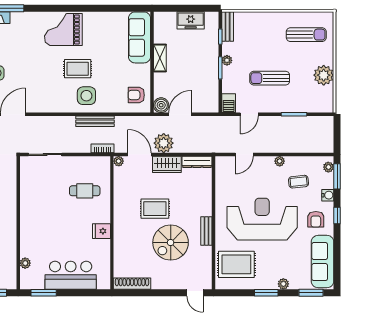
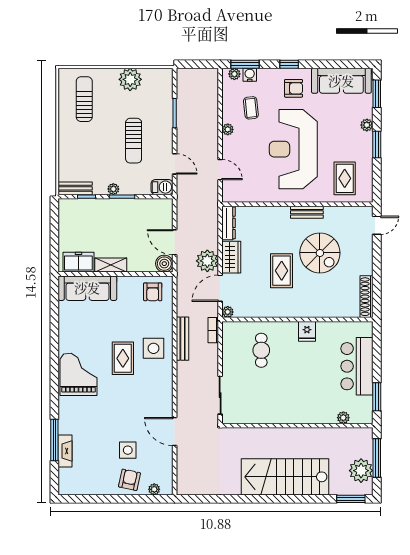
freezer: (191, 20) -> (78, 262), moved, turned -90
grand piano: (63, 30) -> (78, 374), turned 180
water cooler: (328, 195) -> (250, 75), moved
rug: (236, 264) -> (345, 178), width x0.73, depth x0.70

